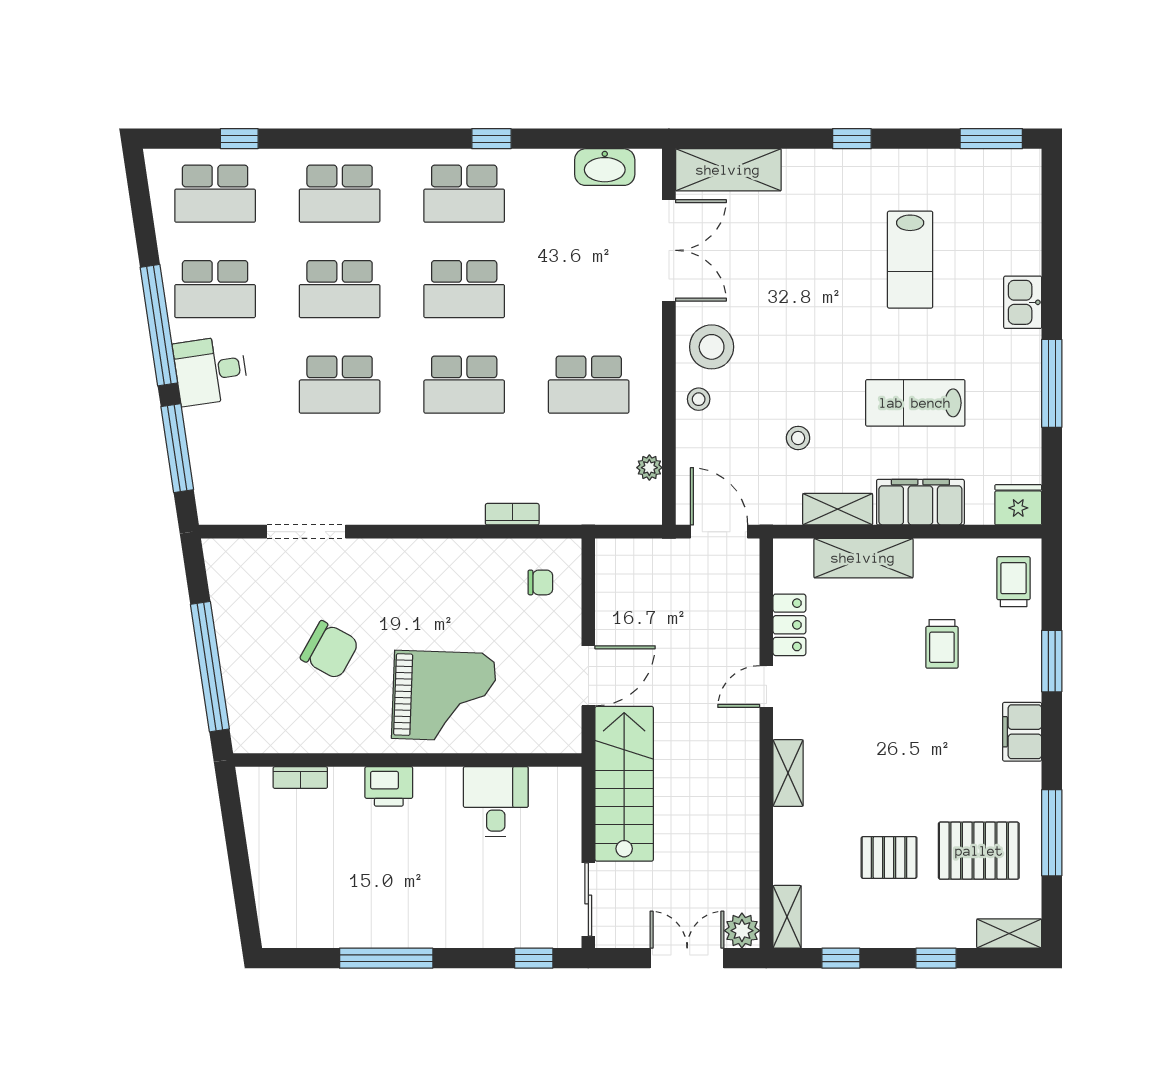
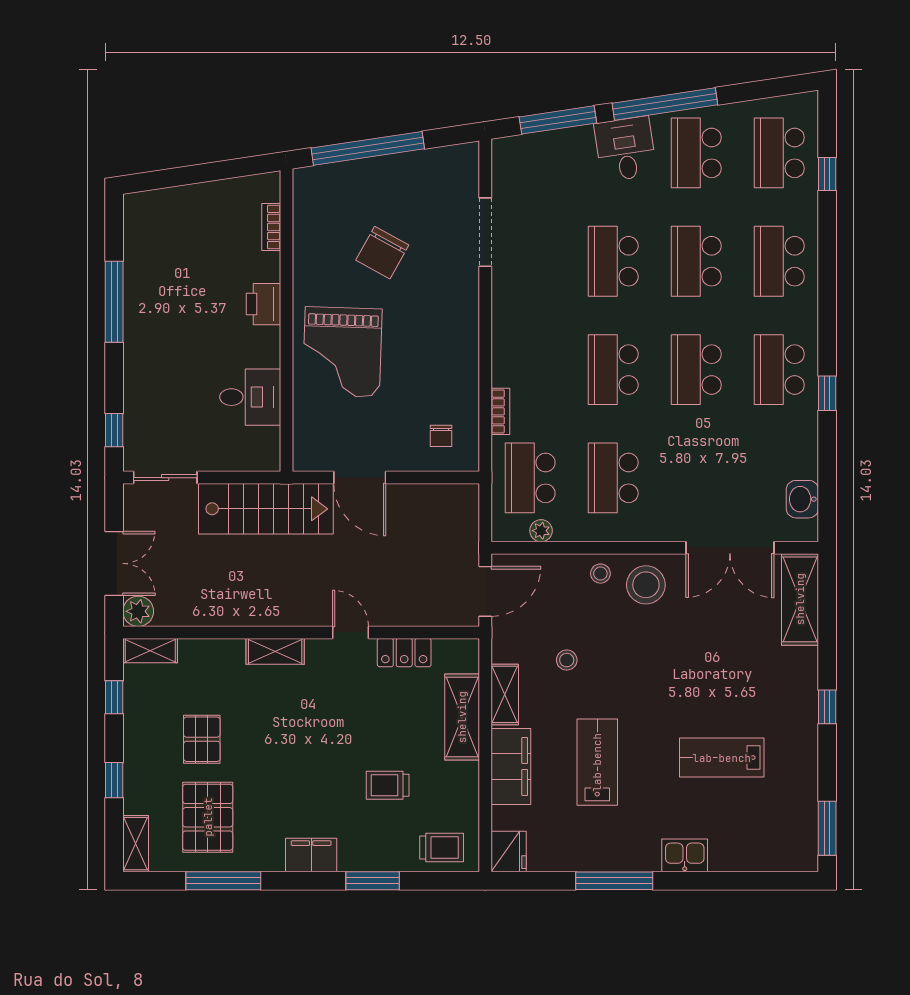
washbasin: (605, 167) -> (802, 499), width x0.72
school desk: (589, 480) -> (530, 478), added

